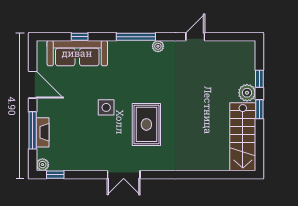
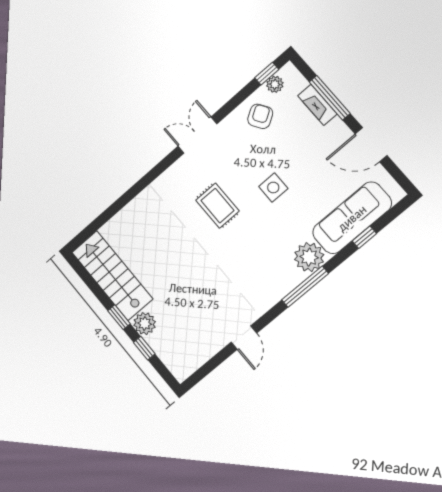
plant: (158, 46) -> (309, 257), moved, width x1.88, depth x1.88
rug: (146, 124) -> (217, 206), width x0.73, depth x0.70
armchair: (79, 154) -> (260, 116), added
plant: (43, 165) -> (275, 84), moved

